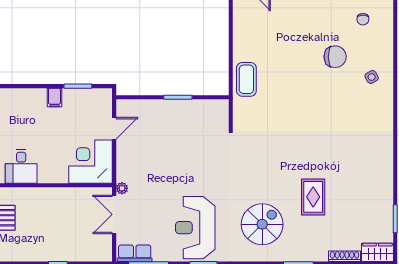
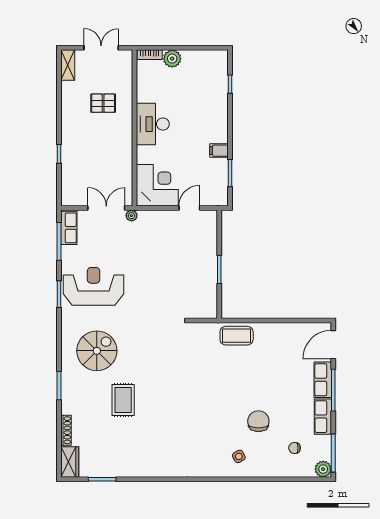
chair: (335, 57) -> (258, 421), turned 180
door: (114, 128) -> (189, 208), swing flipped
desk: (21, 166) -> (153, 124), width x1.37
rug: (313, 197) -> (123, 400), turned 90
spiral stairs: (262, 224) -> (97, 351), turned -90

